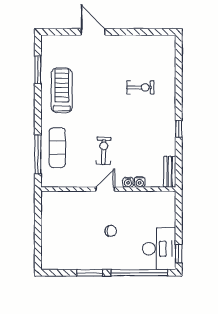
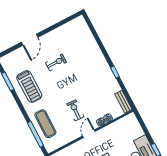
door: (93, 32) -> (30, 40), swing flipped
exercise bike: (140, 87) -> (56, 62), moved
treadmill: (62, 90) -> (29, 86), turned 180

